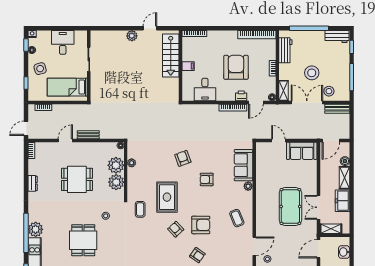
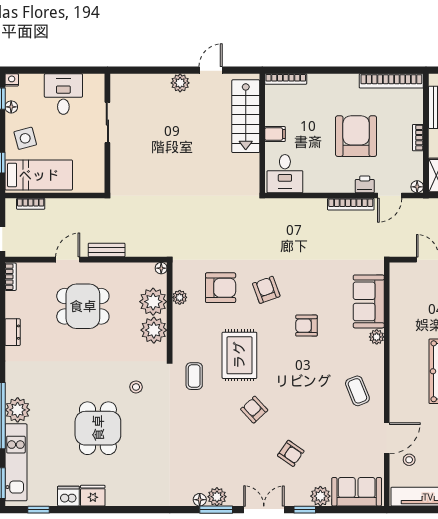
bed: (67, 87) -> (39, 175), moved, turned 180
desk: (205, 90) -> (285, 174), moved
dining table: (77, 179) -> (83, 306), moved
armchair: (201, 225) -> (221, 288), moved

